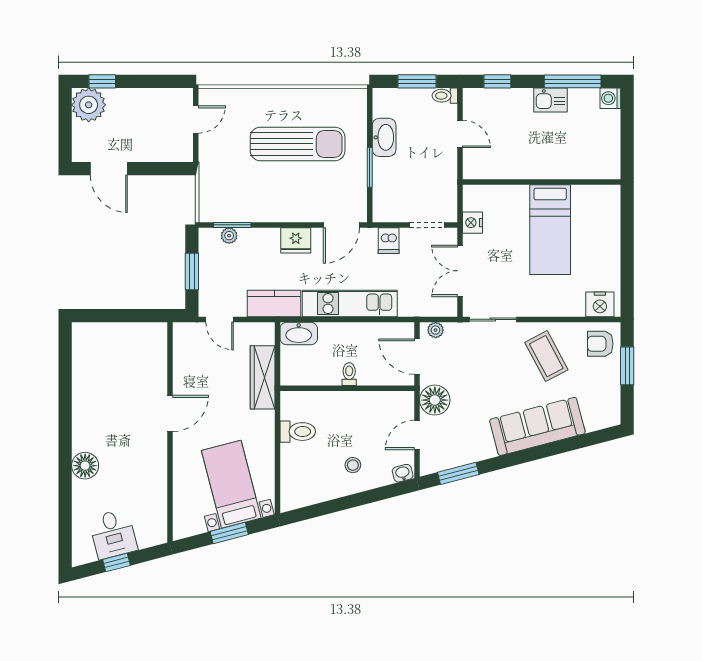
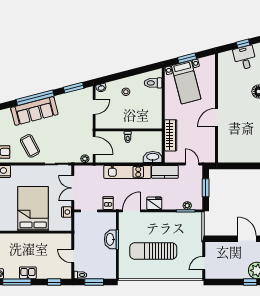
washbasin: (384, 137) -> (110, 239), moved
bed: (550, 230) -> (33, 209), width x1.50
double door: (460, 271) -> (73, 188), swing flipped
floor lamp: (435, 400) -> (85, 124), removed
toilet: (298, 432) -> (153, 83), moved
window: (536, 453) -> (35, 98), added

